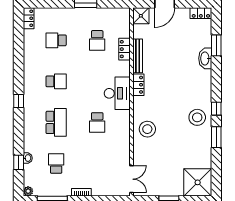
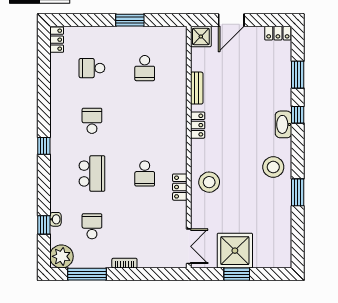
locker: (125, 49) -> (180, 187), moved
bench: (138, 56) -> (197, 88), width x0.73
washbasin: (205, 58) -> (283, 124), moved
school desk: (56, 81) -> (92, 121), turned -90
desk: (117, 93) -> (170, 136), removed
window: (216, 109) -> (298, 115), moved
shower: (198, 182) -> (235, 251), moved
plant: (28, 191) -> (61, 256), width x1.87, depth x1.87

